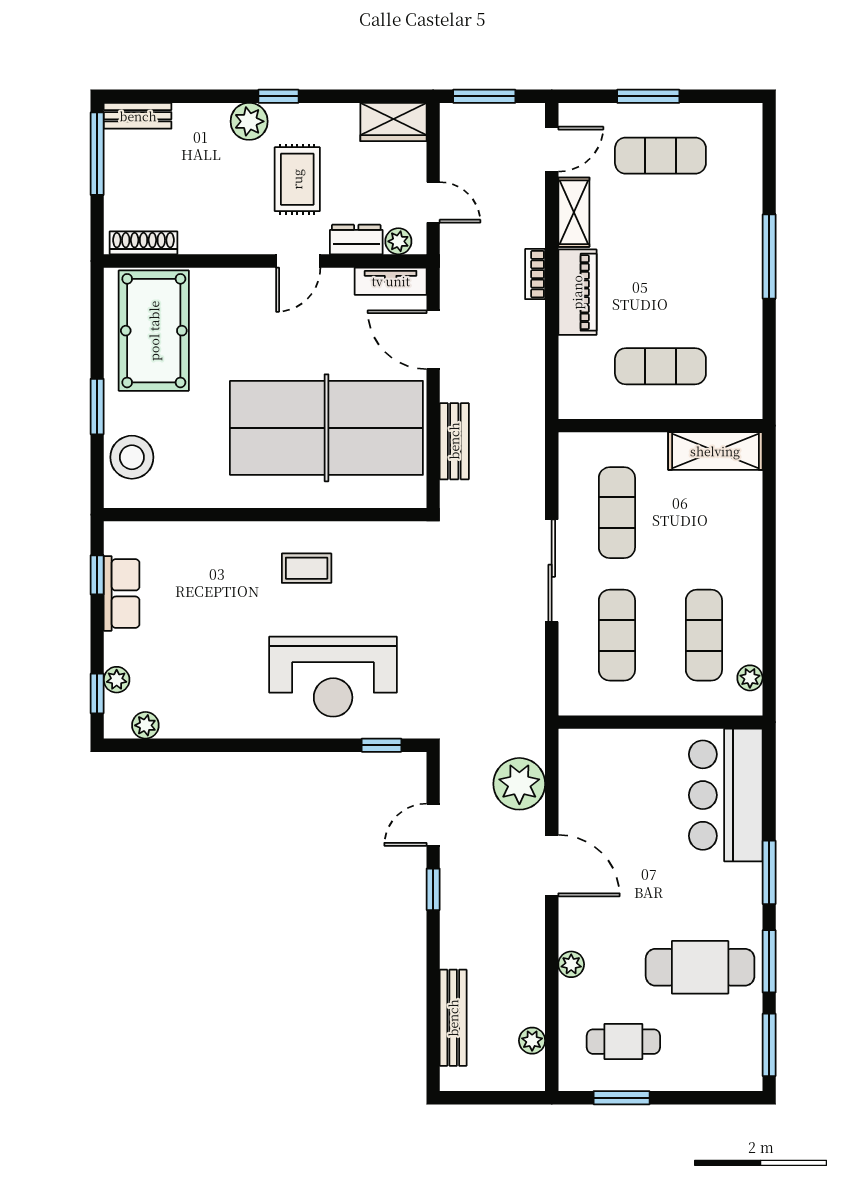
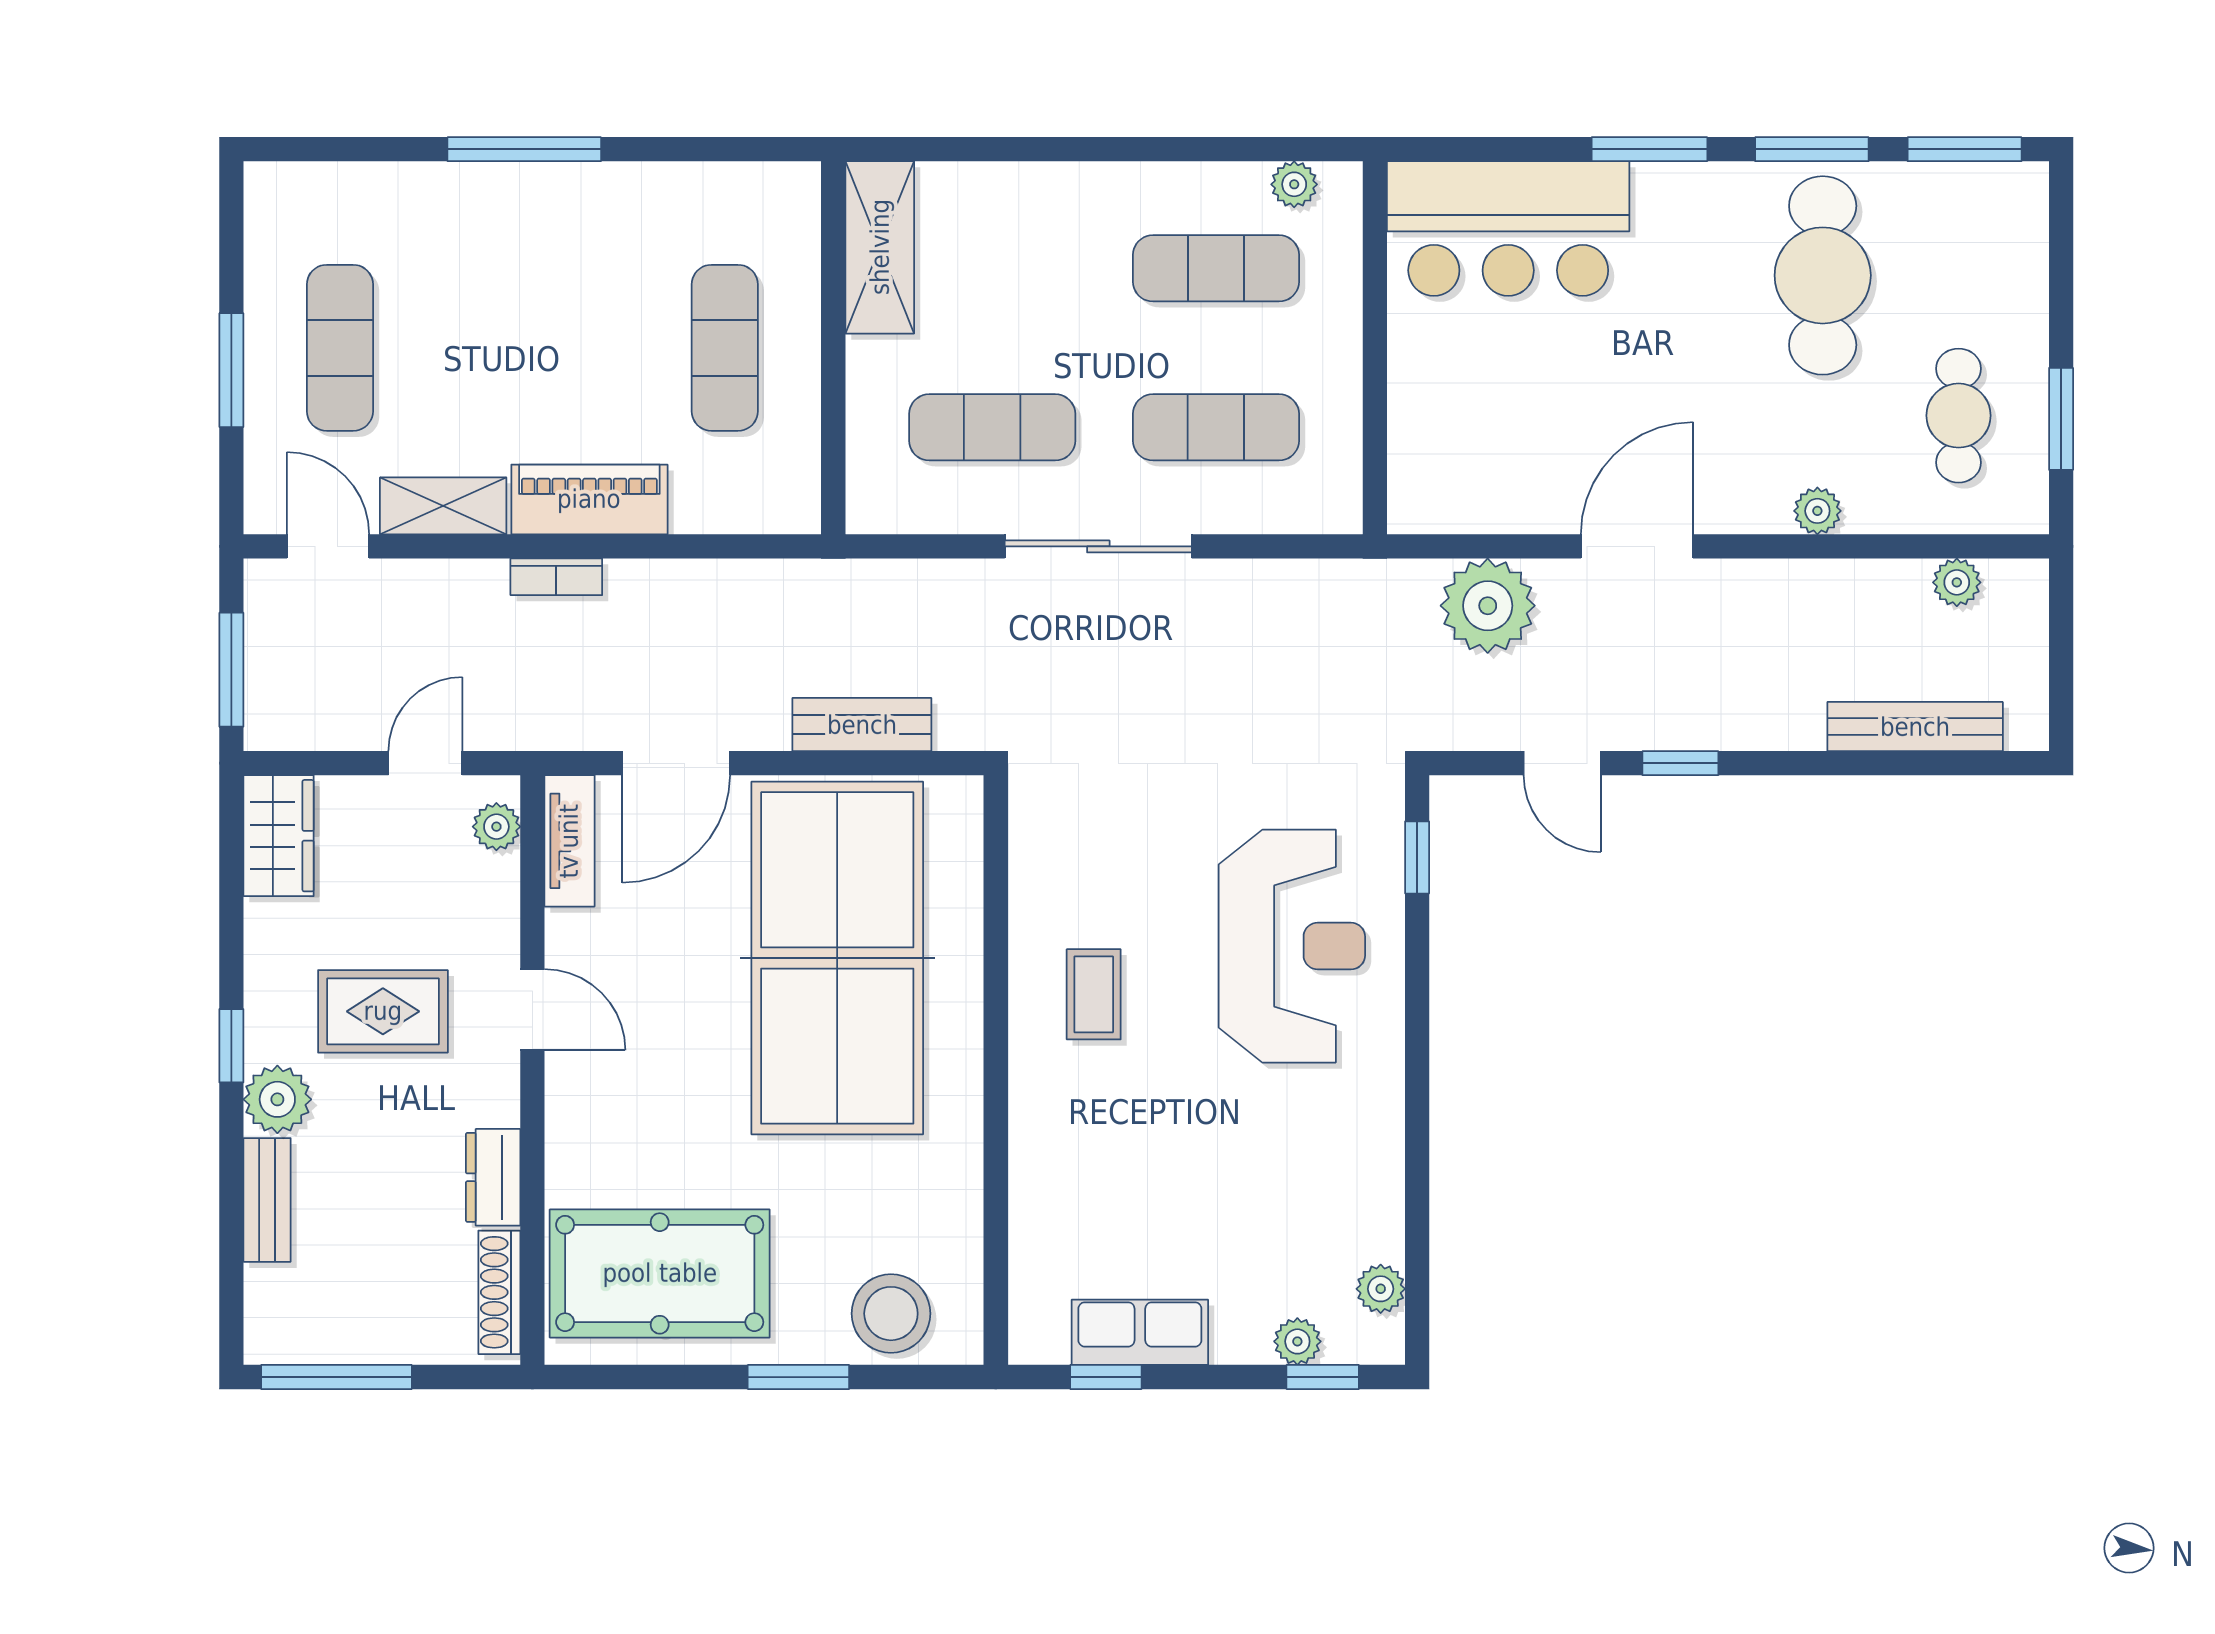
bench: (138, 116) -> (267, 1200), moved
dresser: (356, 239) -> (493, 1177), moved

